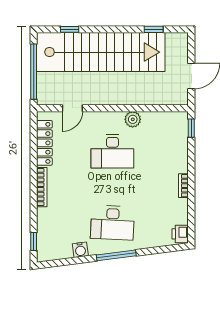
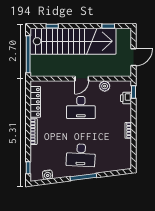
door: (72, 108) -> (82, 79), moved
plant: (133, 119) -> (105, 86), moved
printer: (180, 234) -> (126, 98), moved
water cooler: (80, 250) -> (48, 175), moved

